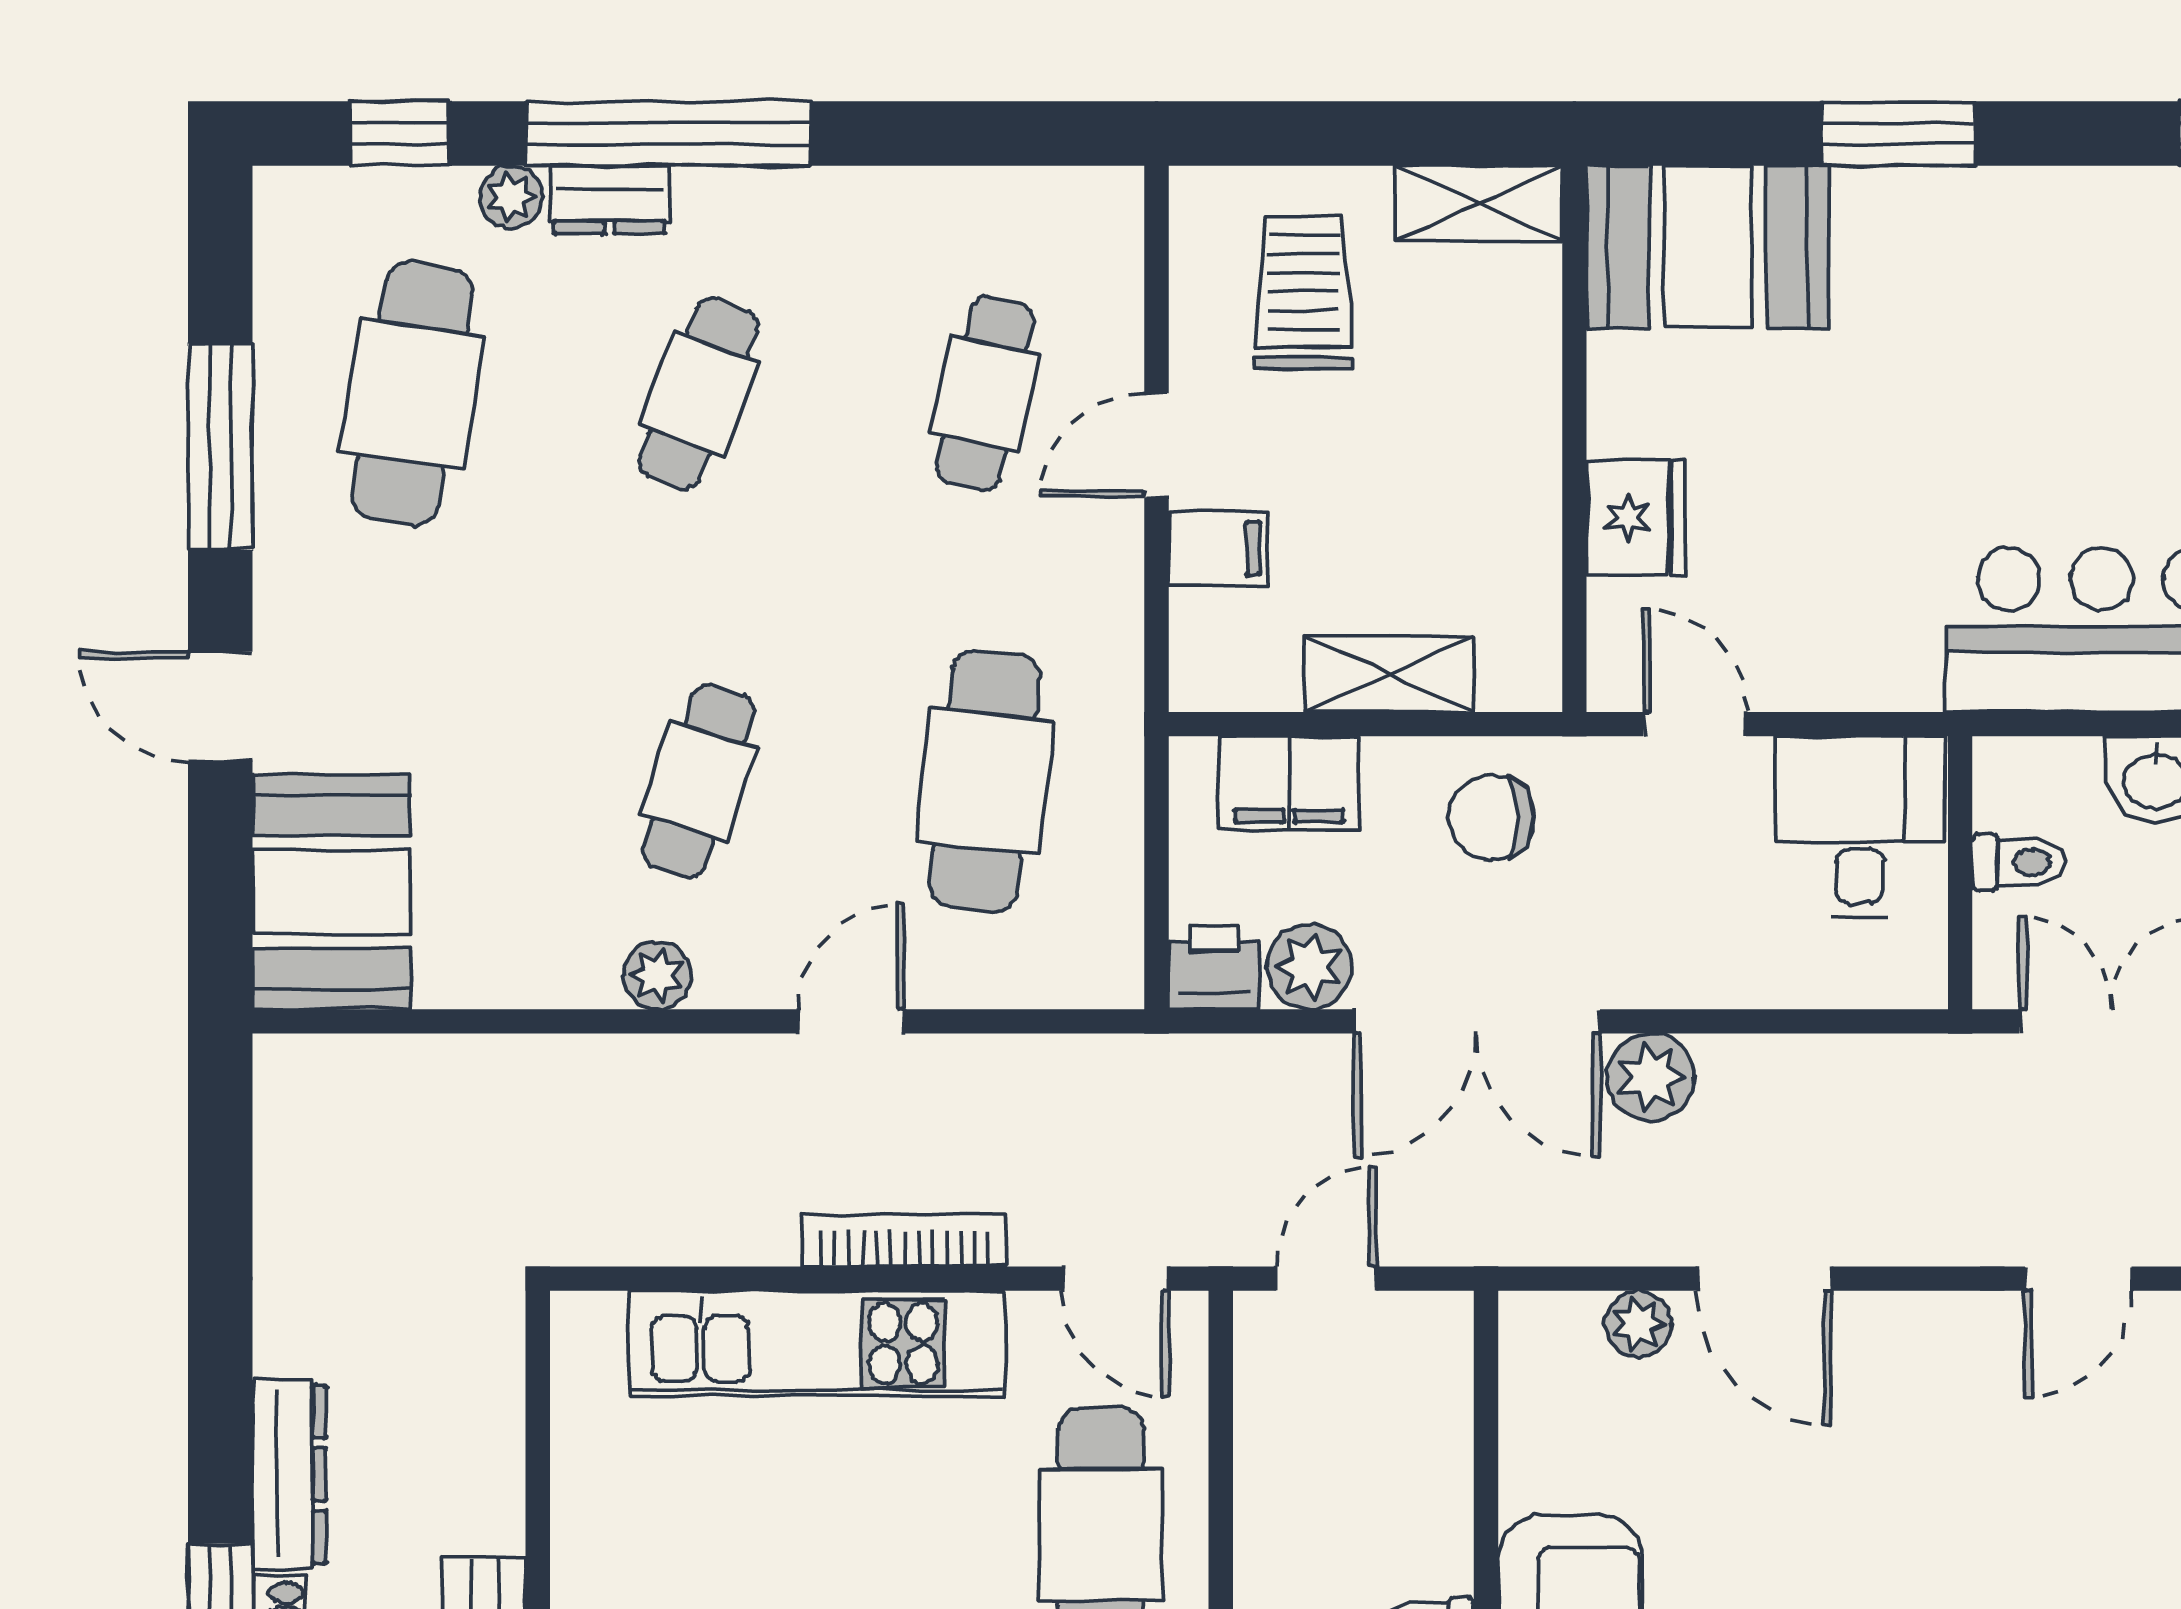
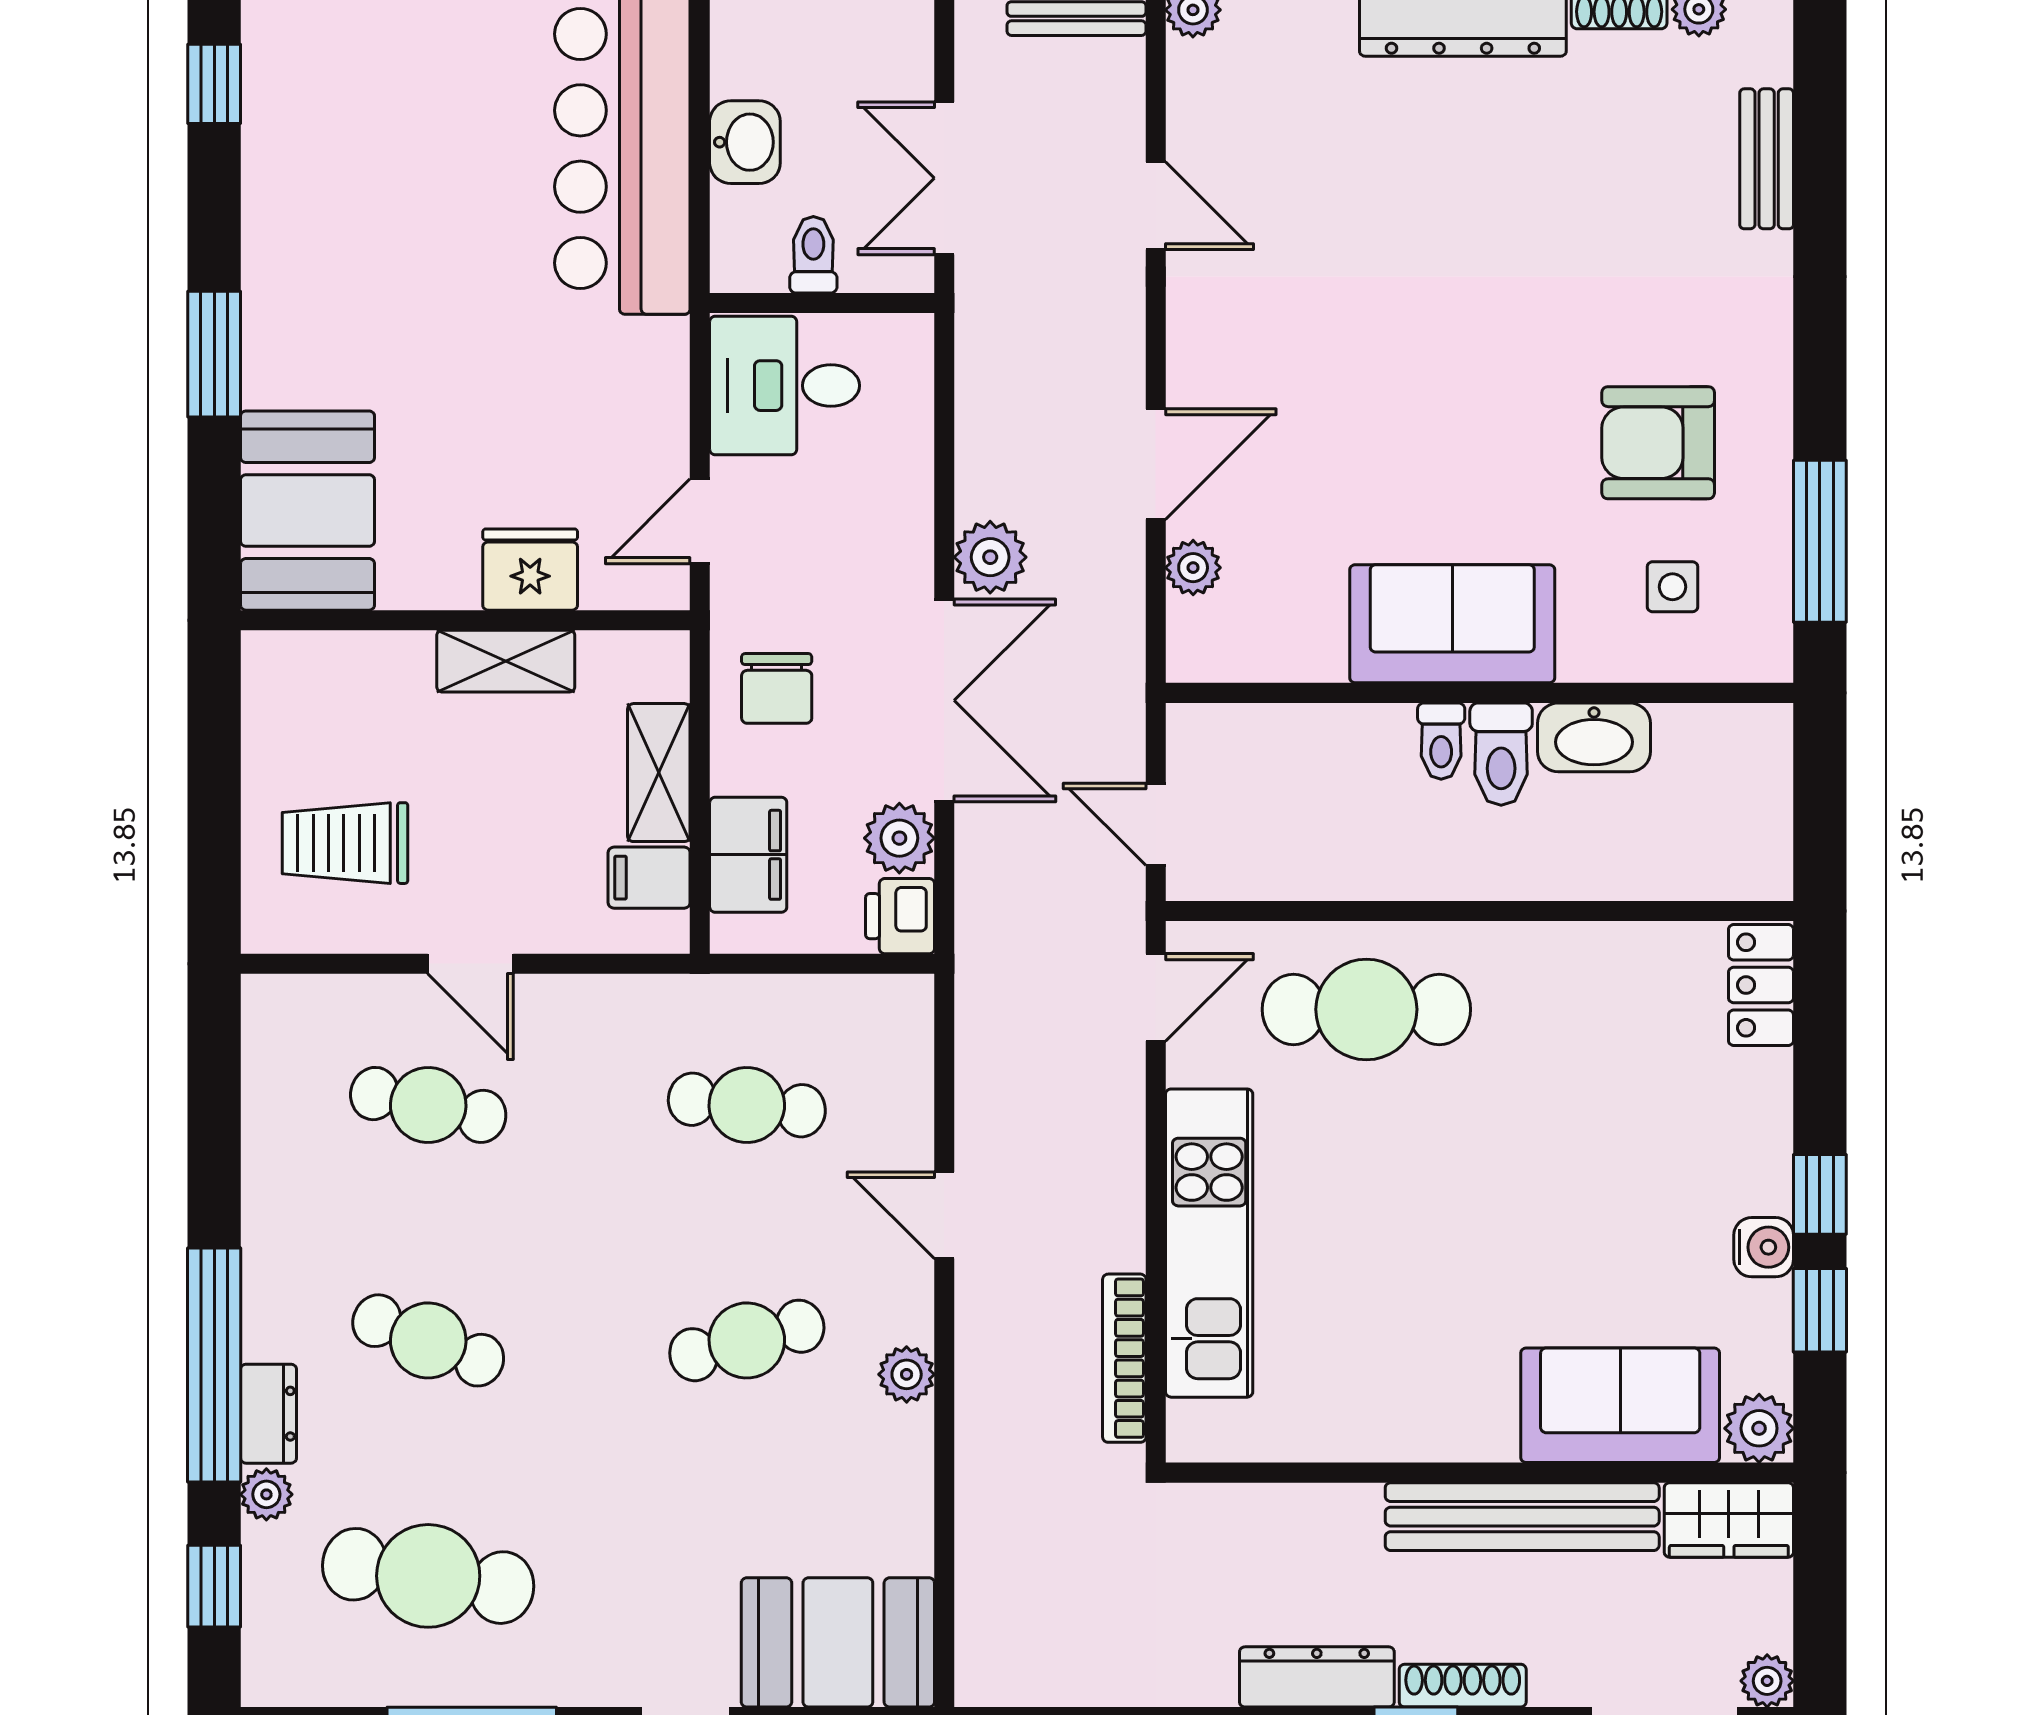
shelving: (1479, 203) -> (506, 661), moved, turned 90
filing cabinet: (1218, 548) -> (649, 878), moved, turned -90
cafe table: (698, 781) -> (747, 1340), turned -33
cafe table: (985, 781) -> (747, 1105), width x0.73, depth x0.74
bookcase: (905, 1240) -> (1124, 1358), moved

